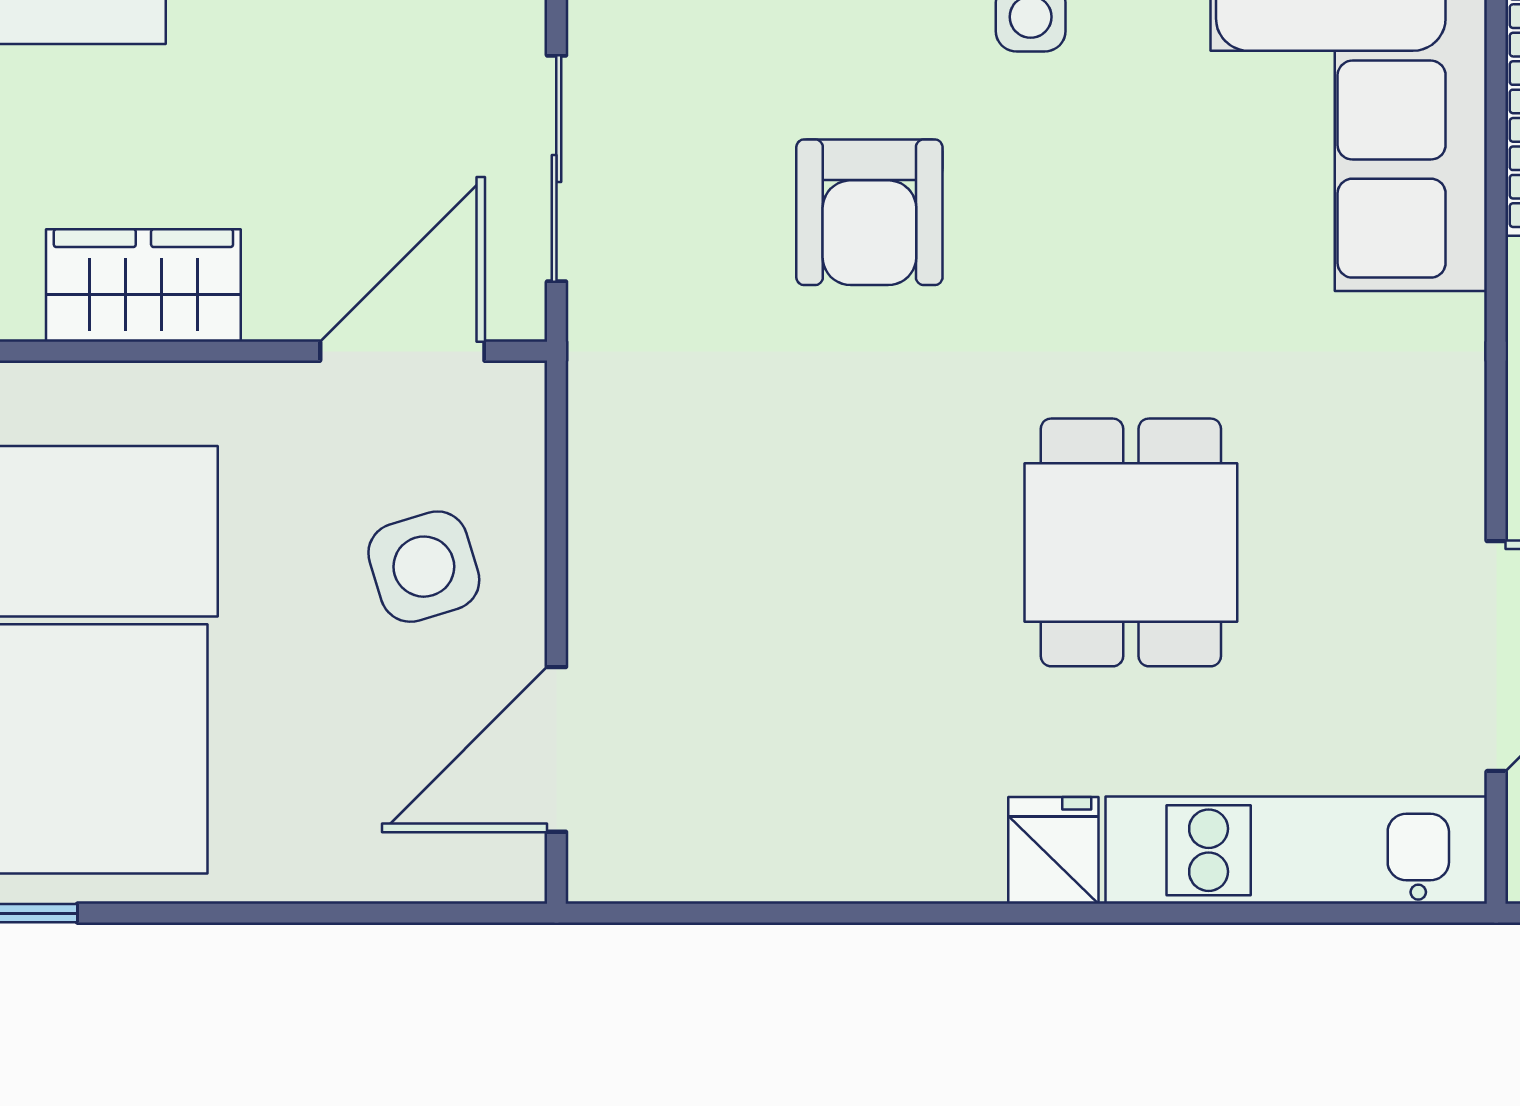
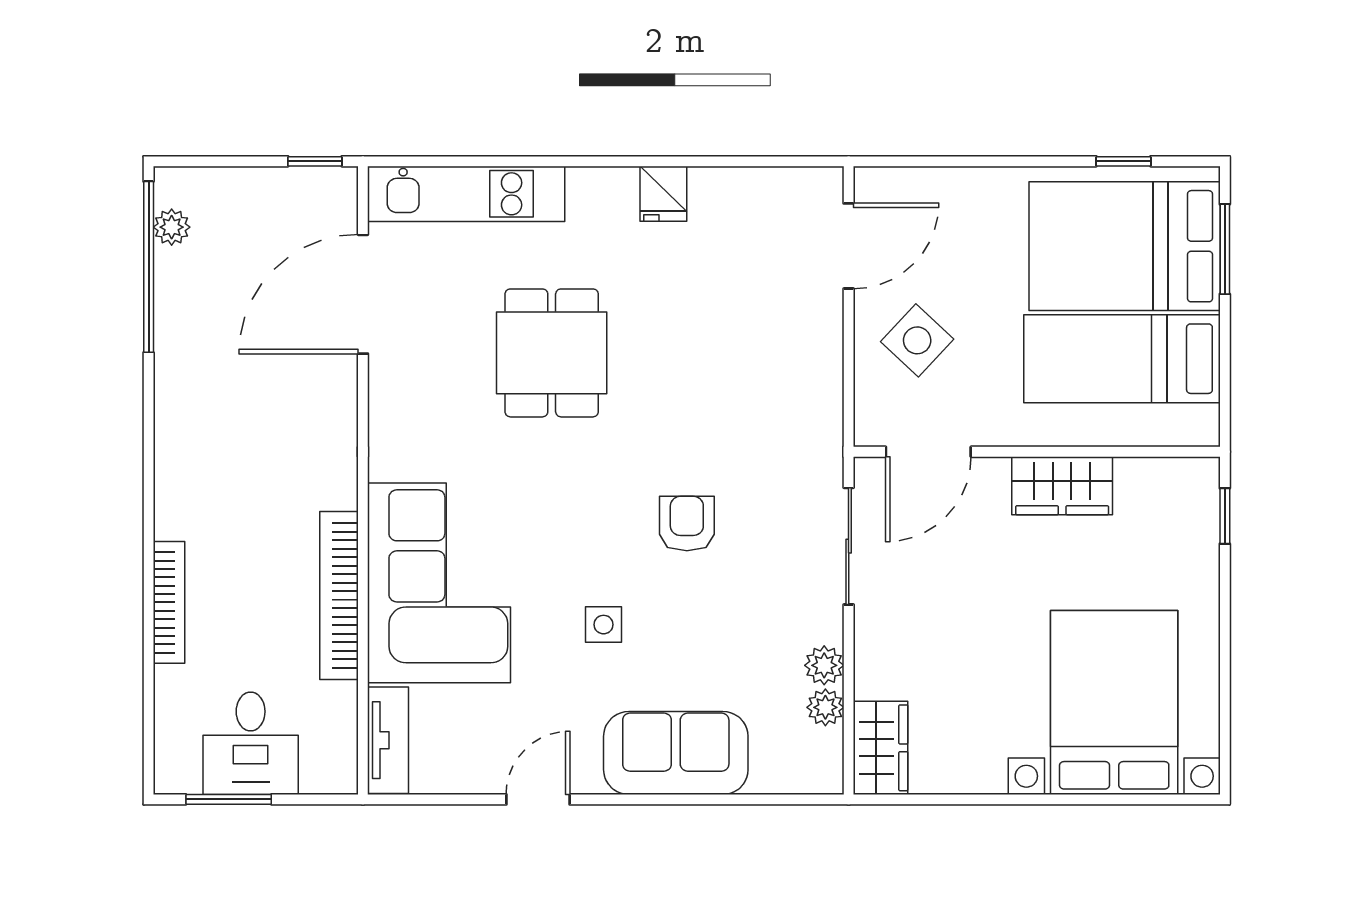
armchair: (869, 212) -> (687, 524), width x0.72, depth x0.72
side table: (424, 567) -> (917, 340), turned -30
fridge: (1053, 850) -> (663, 194), moved

